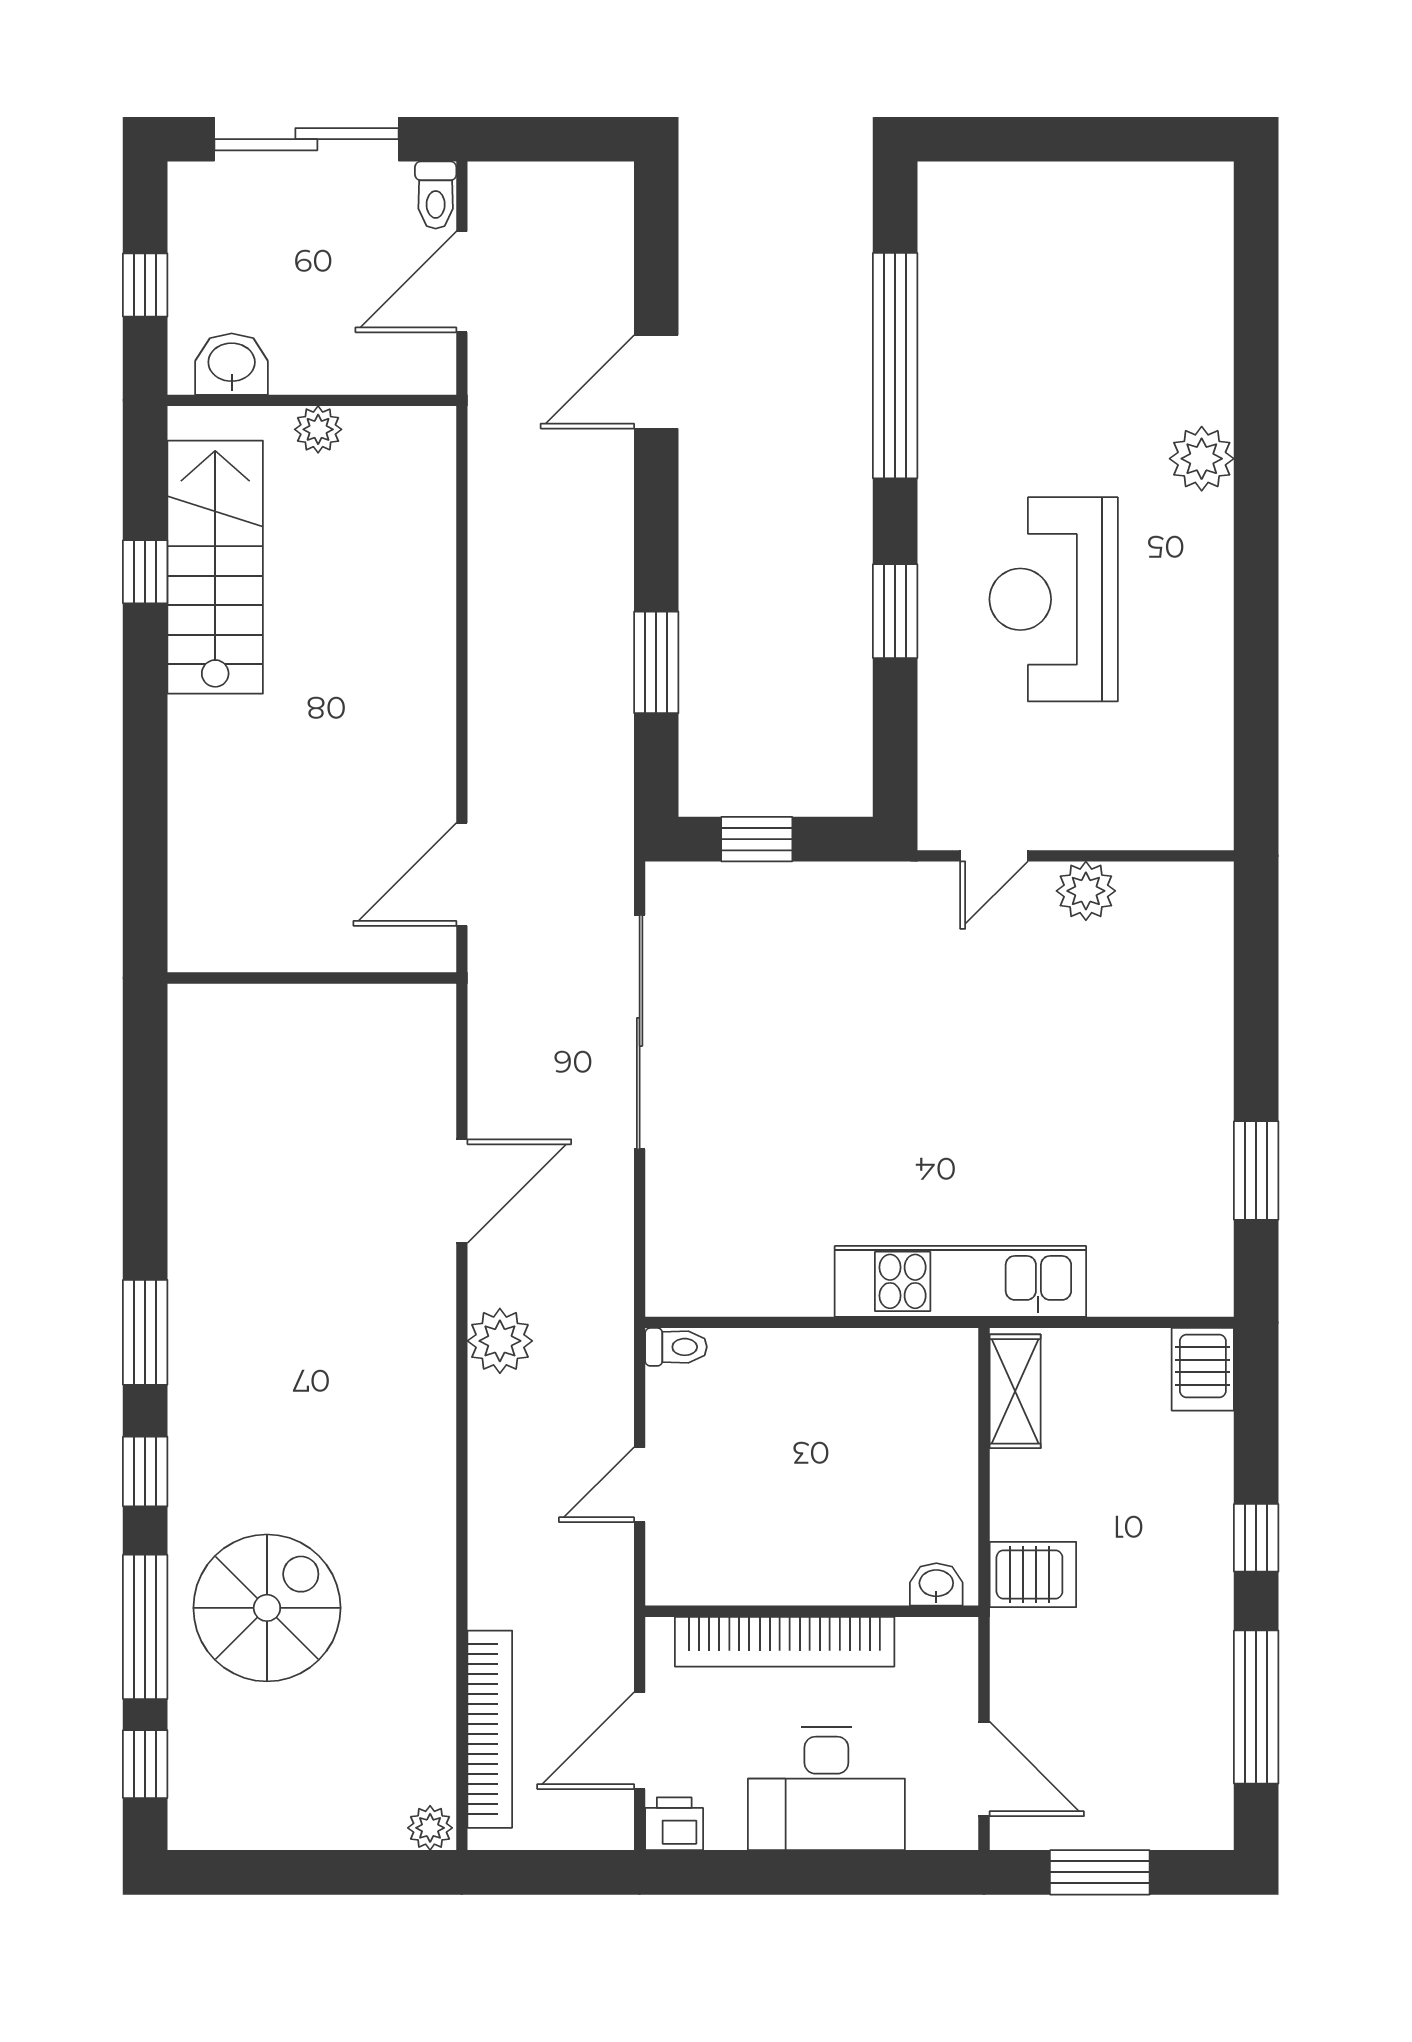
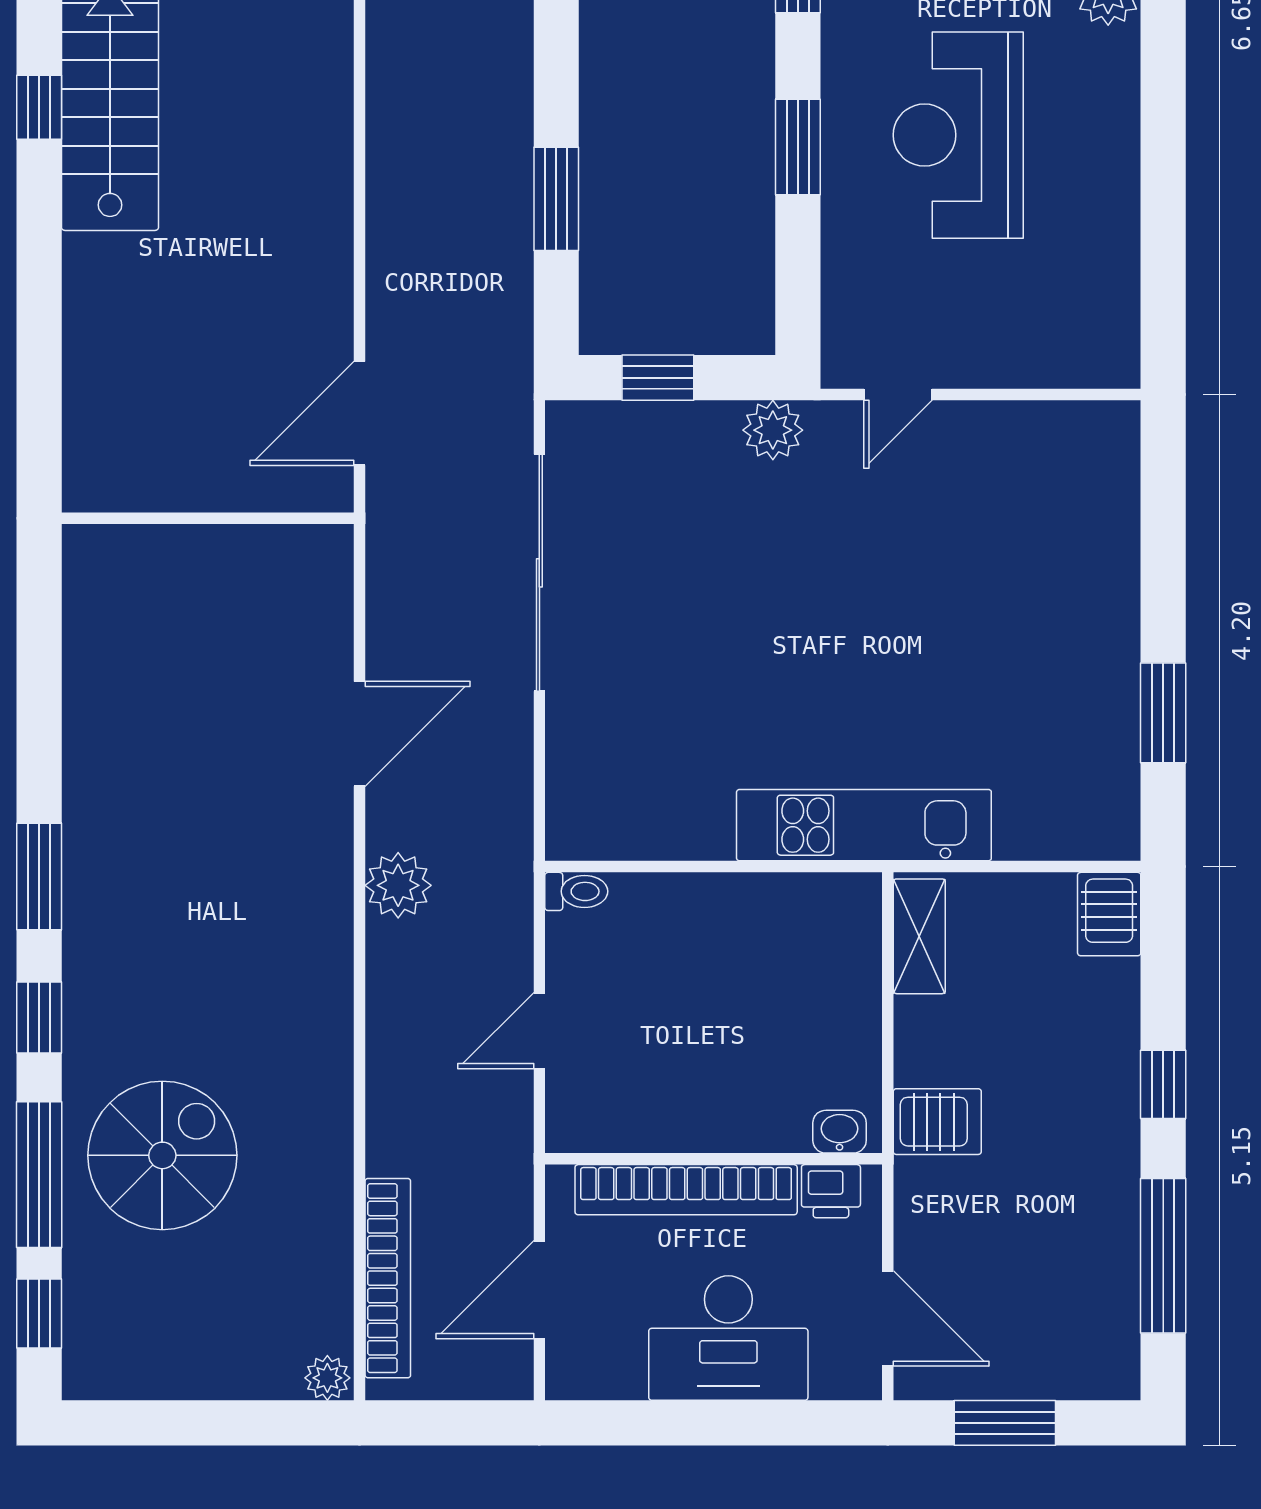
plant: (1086, 891) -> (773, 430), moved
printer: (674, 1824) -> (831, 1191), moved, turned 180

